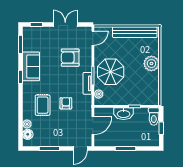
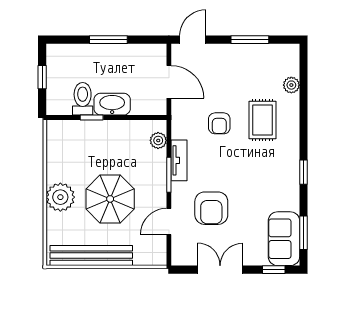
double door: (65, 24) -> (220, 270), swing flipped
door: (93, 38) -> (169, 221), moved
armchair: (70, 58) -> (211, 208), turned 90
sofa: (31, 66) -> (284, 239), moved
parasol: (111, 72) -> (110, 199), moved
toilet: (154, 117) -> (83, 99), moved
door: (93, 126) -> (169, 82), swing flipped
floor lamp: (28, 134) -> (290, 66), removed

